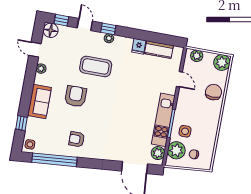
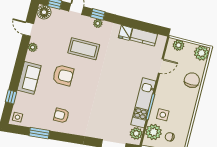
door: (179, 79) -> (161, 66), hinge flipped
armchair: (76, 96) -> (63, 75), turned 90
window: (54, 160) -> (39, 133), width x0.47

